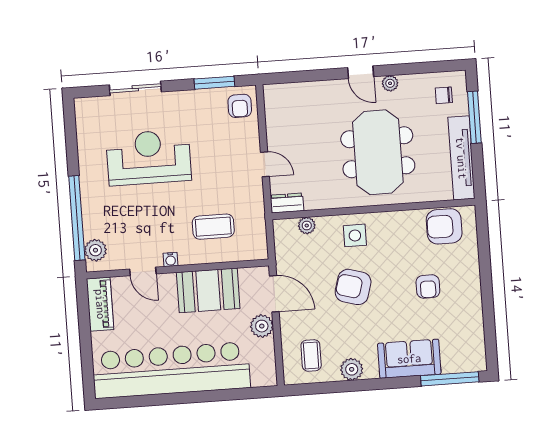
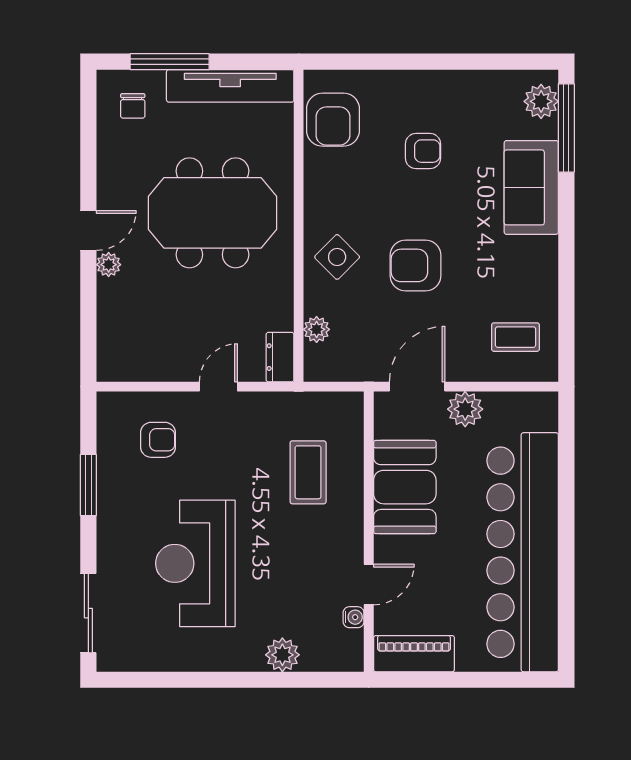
window: (214, 83) -> (88, 485), moved
plant: (390, 83) -> (109, 265), moved
sliding door: (135, 88) -> (88, 613), moved
armchair: (240, 106) -> (158, 440), moved
window: (77, 218) -> (280, 680), removed
side table: (355, 235) -> (337, 257), turned 45
plant: (95, 250) -> (282, 655), moved
water cooler: (171, 259) -> (354, 617), moved
armchair: (353, 287) -> (415, 265), turned 74
plant: (352, 369) -> (541, 101), moved

